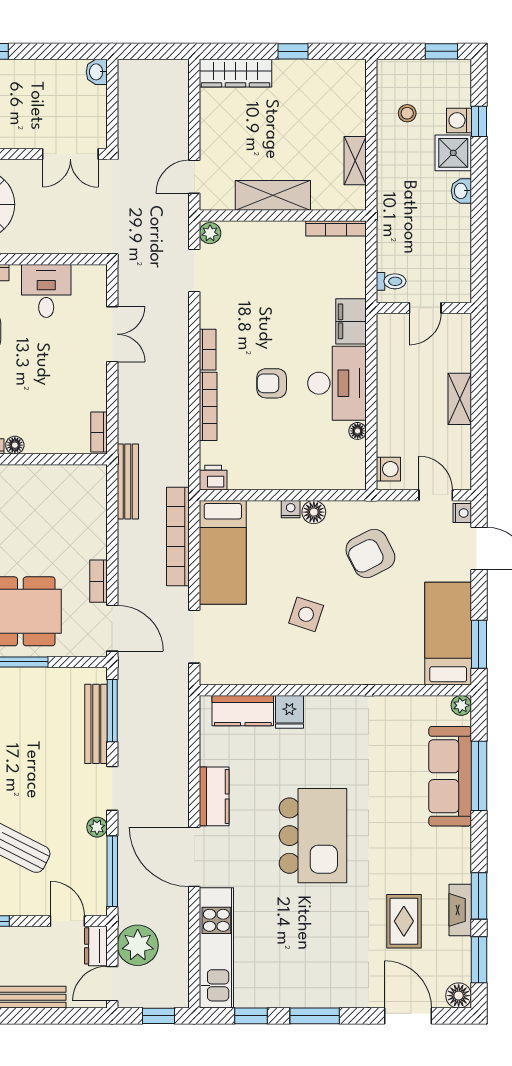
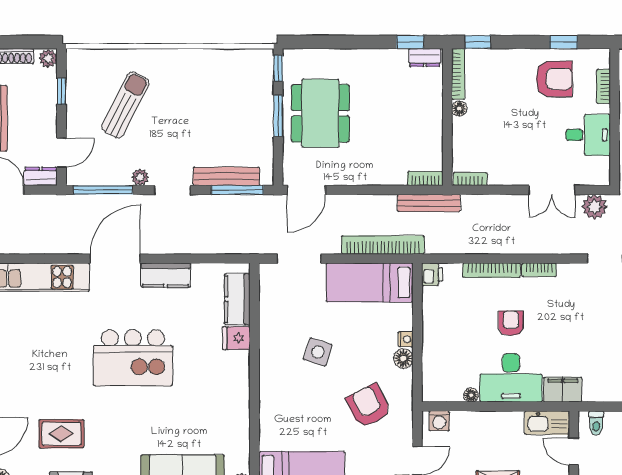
kitchen sink: (391, 340) -> (547, 423), added
bookcase: (98, 581) -> (425, 179), moved
plant: (138, 945) -> (595, 207), moved, width x0.73, depth x0.73

